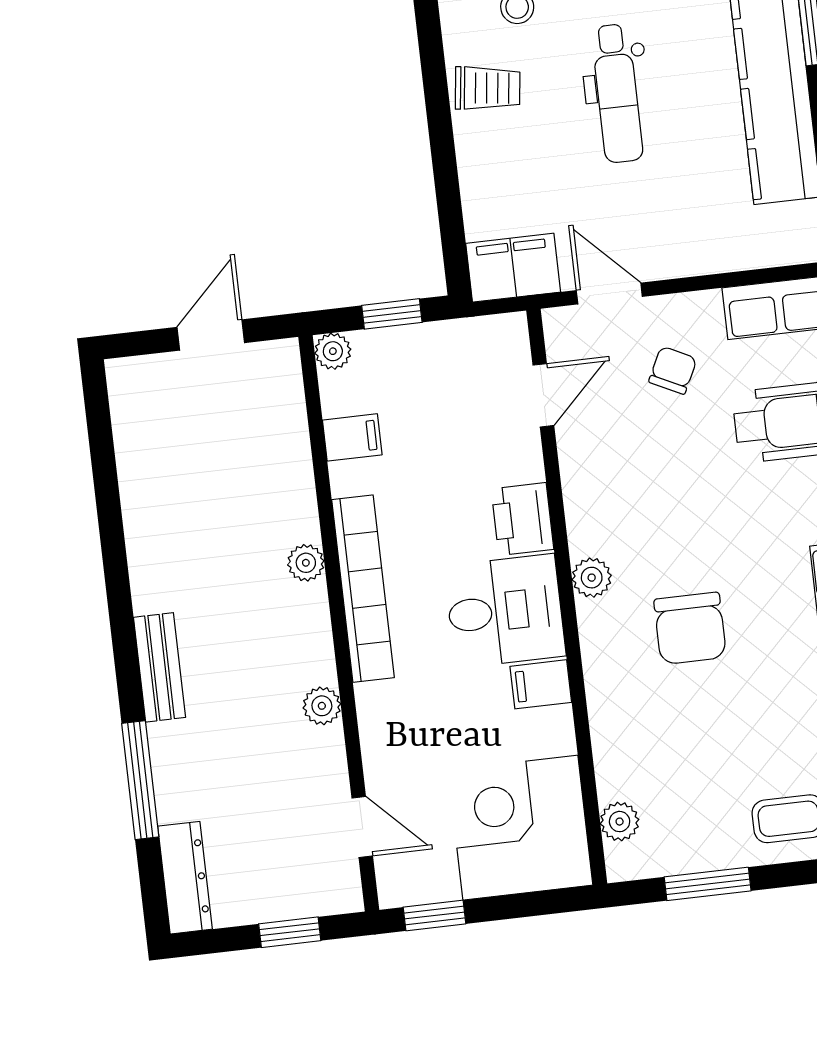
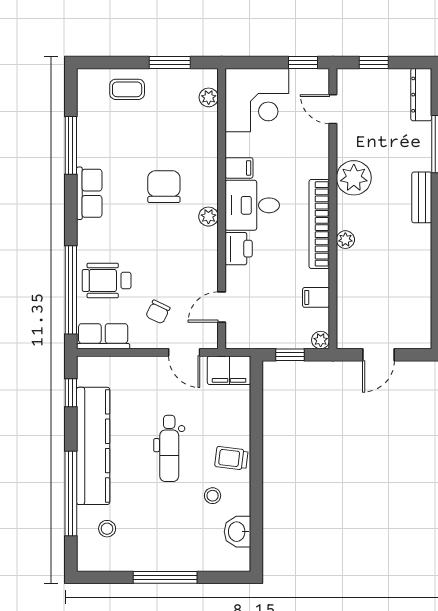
dental chair: (617, 93) -> (169, 448), turned 180
plant: (322, 706) -> (354, 178), width x1.88, depth x1.88

